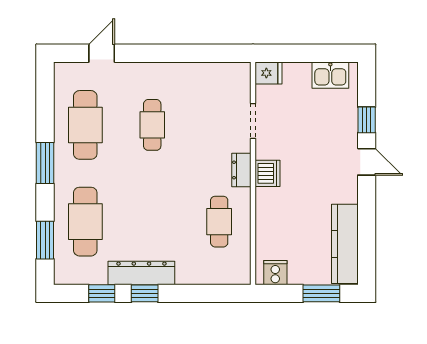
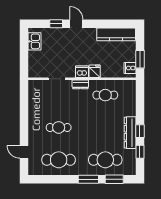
fridge: (269, 73) -> (95, 71), moved
door: (367, 162) -> (76, 24), hinge flipped
window: (45, 163) -> (88, 179), moved
window: (321, 293) -> (140, 59), moved

